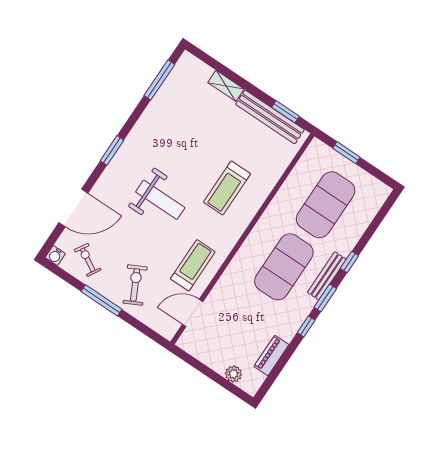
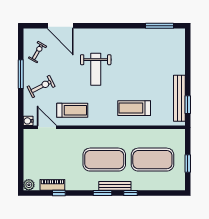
shelving: (226, 86) -> (180, 63), removed
window: (112, 150) -> (105, 26), removed
window: (346, 153) -> (188, 164), moved
treadmill: (227, 188) -> (134, 108), moved
water cooler: (55, 256) -> (28, 121), moved
window: (306, 326) -> (59, 193), moved
plant: (233, 374) -> (29, 185), moved

